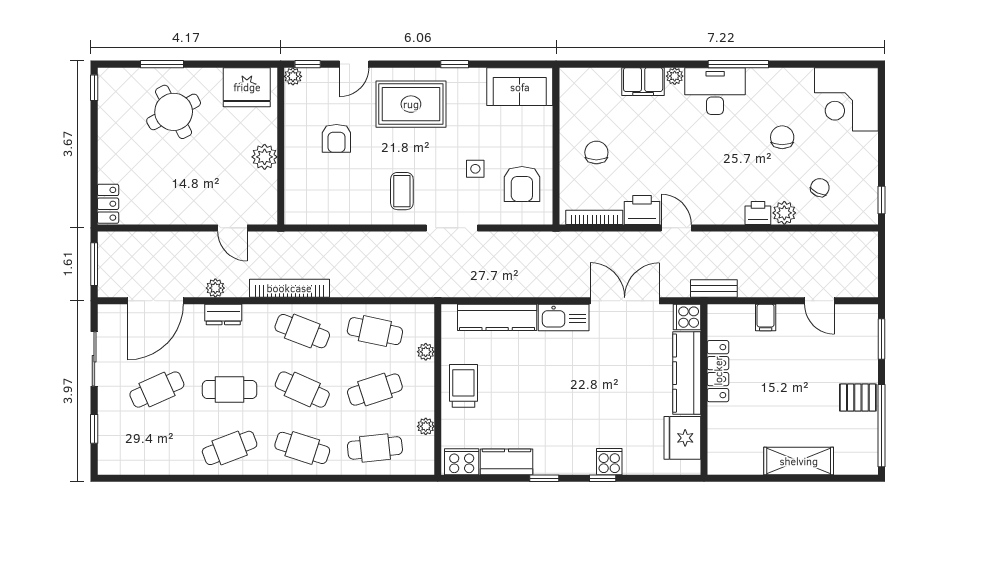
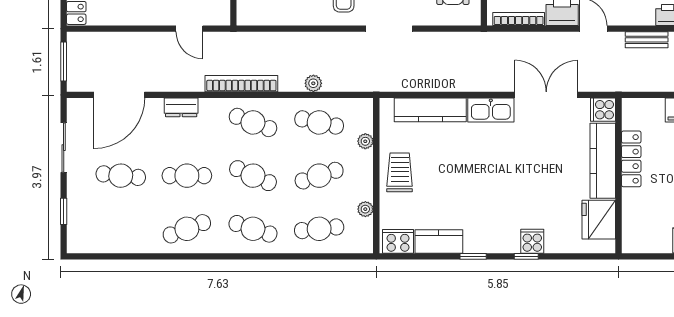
plant: (215, 288) -> (313, 83), moved
bench: (714, 288) -> (647, 40), moved
cafe table: (157, 390) -> (121, 176), turned 30

